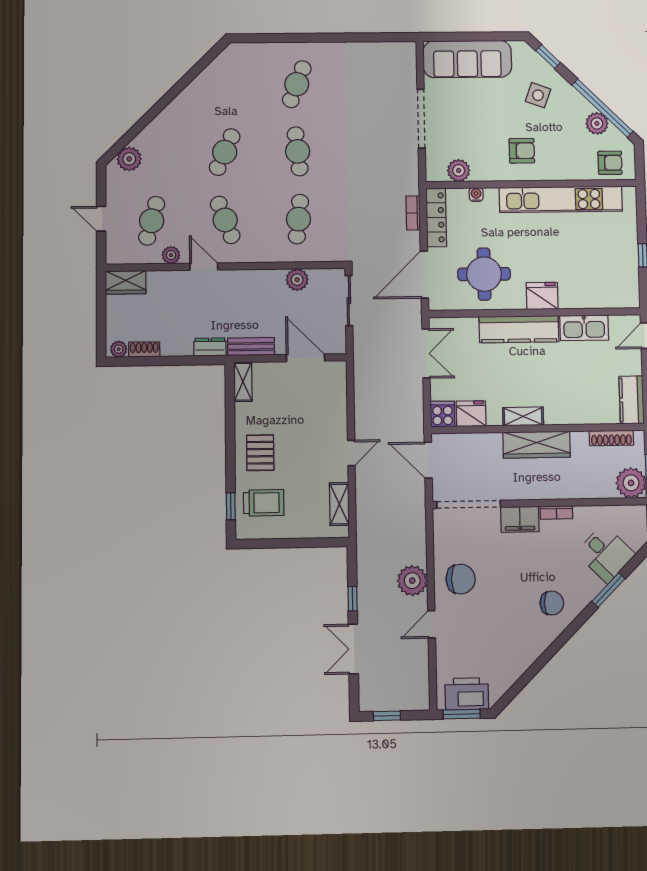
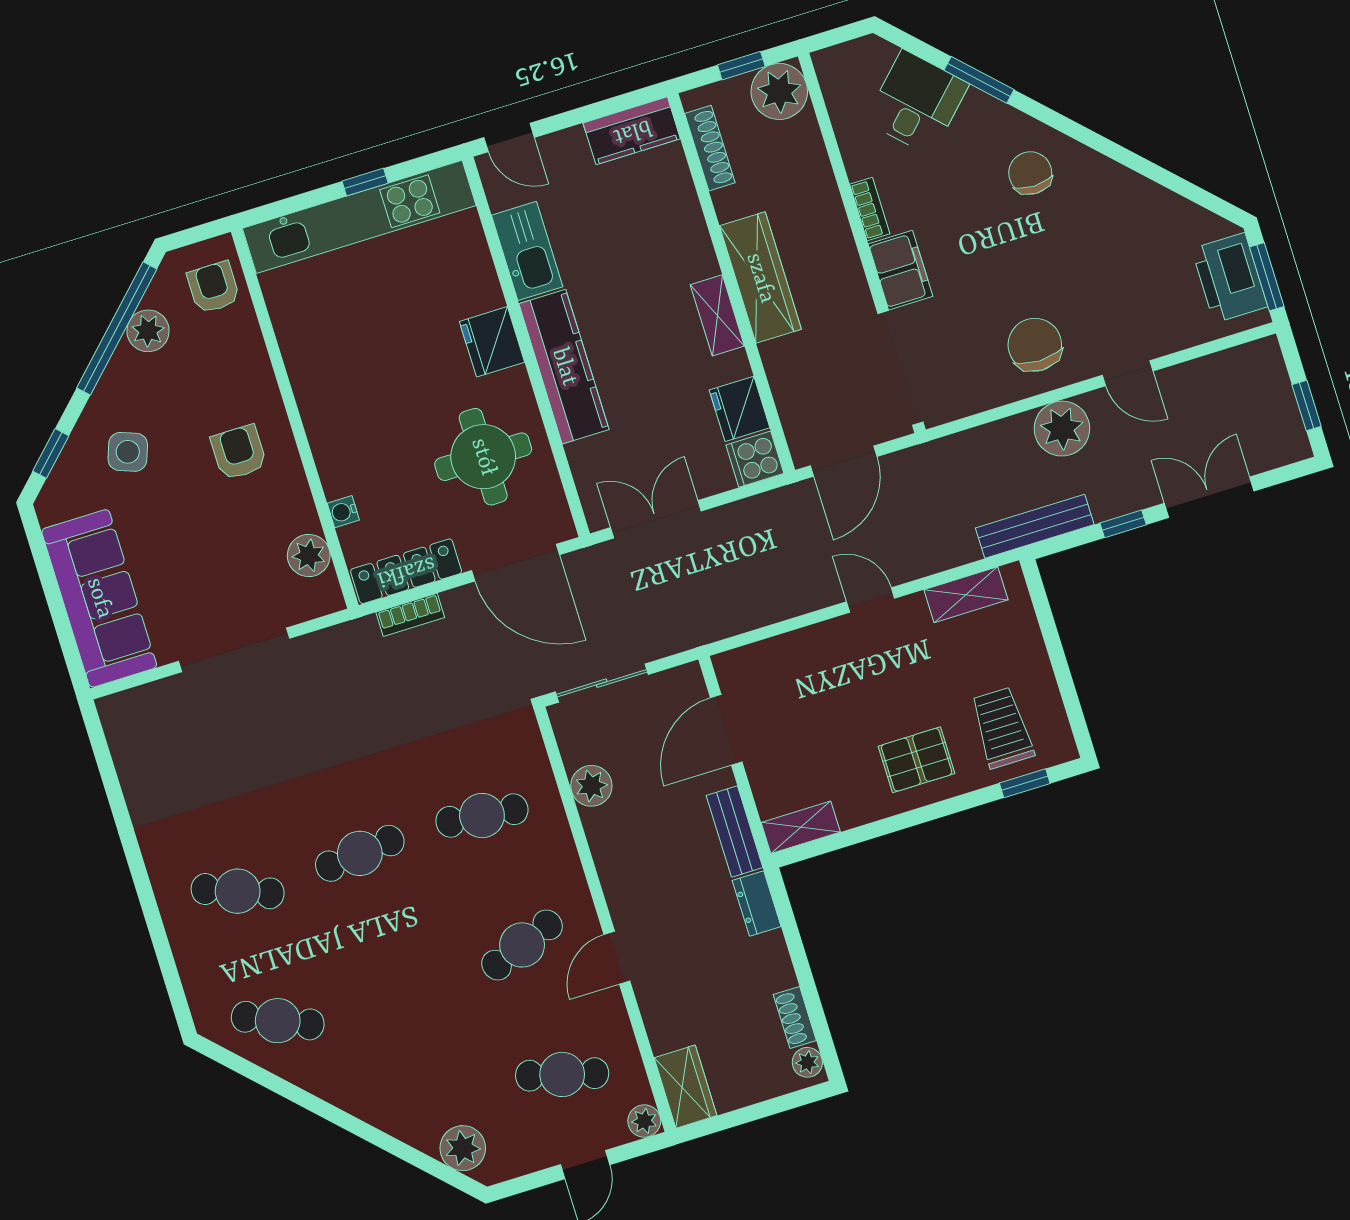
cafe table: (225, 152) -> (278, 1021), moved
kitchen unit: (561, 199) -> (359, 217), moved, turned 90
plant: (171, 255) -> (644, 1121), moved
bench: (365, 551) -> (1035, 526), added
double door: (353, 649) -> (1209, 497), swing flipped

